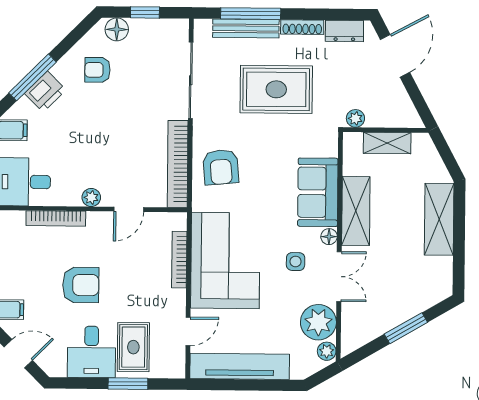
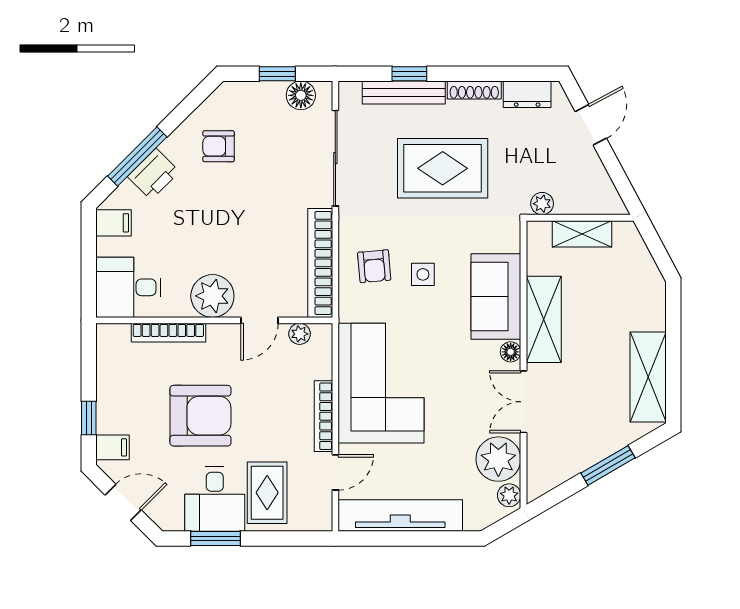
window: (251, 14) -> (409, 74), width x0.46
floor lamp: (117, 29) -> (301, 95), moved
door: (395, 56) -> (591, 125), width x0.73
armchair: (221, 167) -> (374, 266), width x0.72, depth x0.72
plant: (91, 197) -> (212, 296), width x1.87, depth x1.87
shelving: (439, 219) -> (648, 377), moved
plant: (161, 220) -> (300, 334), added
bookcase: (179, 260) -> (323, 416), moved
side table: (296, 262) -> (423, 274), moved
double door: (339, 277) -> (524, 402), swing flipped
armchair: (81, 285) -> (200, 416), width x1.36, depth x1.36
window: (128, 384) -> (215, 538), moved

